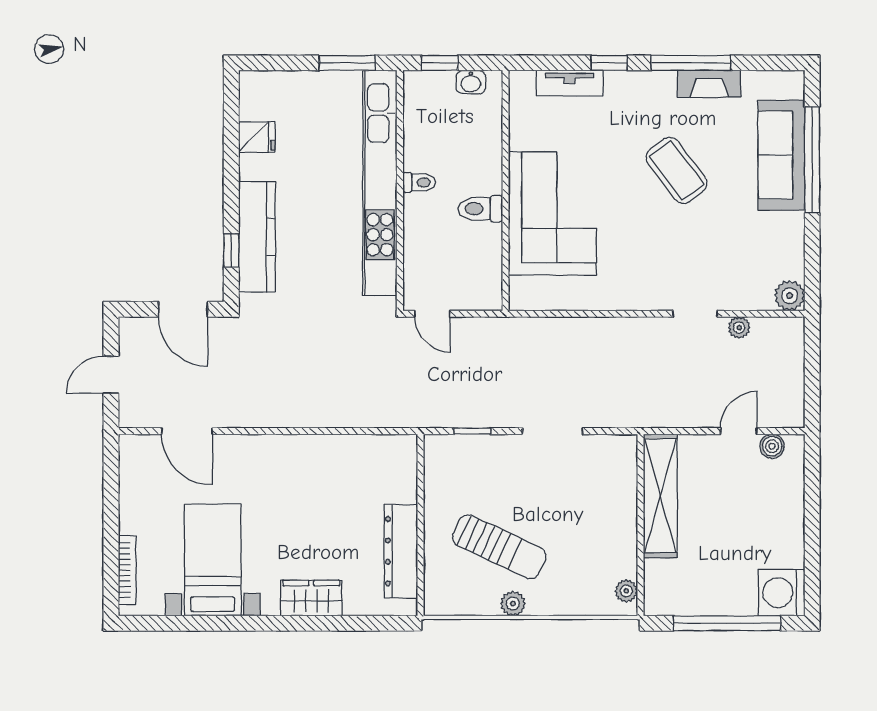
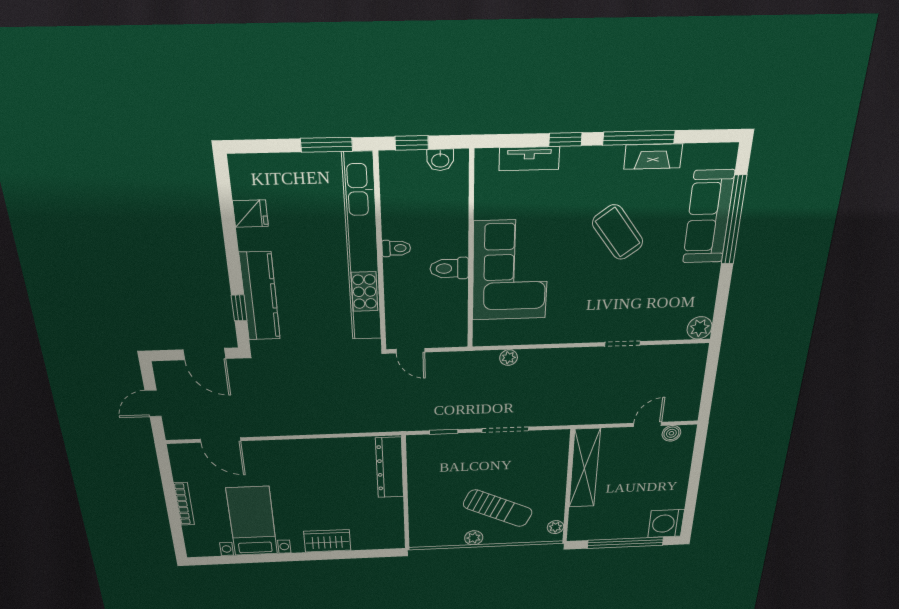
plant: (739, 328) -> (509, 358), moved
sun lounger: (499, 547) -> (498, 508), moved
dresser: (401, 551) -> (390, 468), moved
bookcase: (127, 570) -> (184, 504), moved

